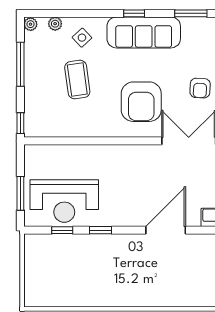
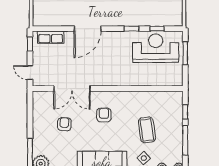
armchair: (141, 102) -> (104, 115), width x0.53, depth x0.53
window: (20, 123) -> (185, 112), moved

